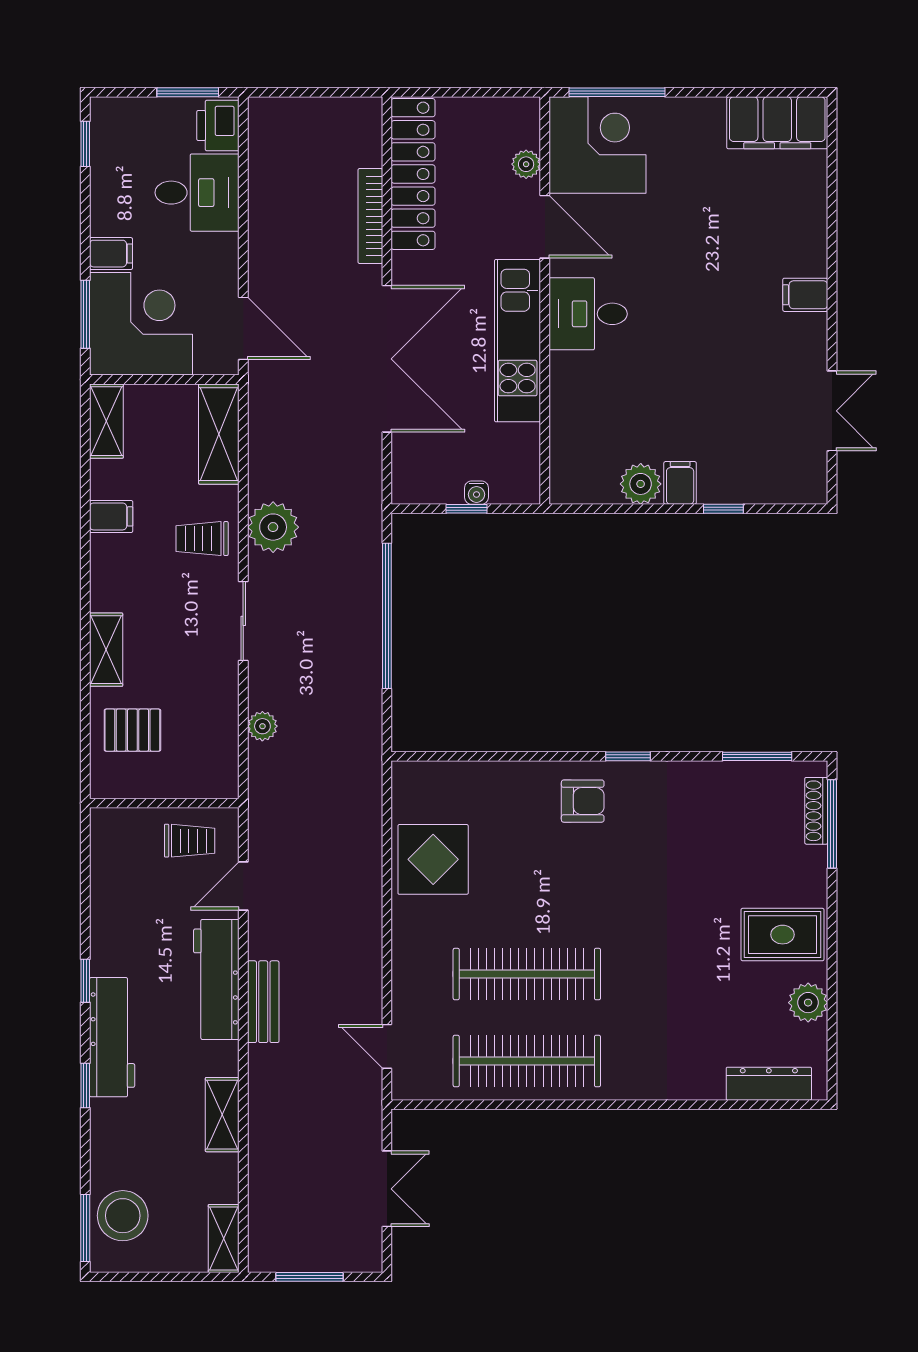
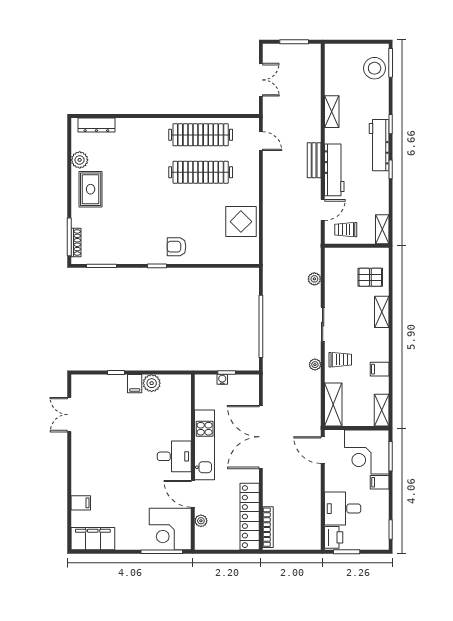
bookcase: (370, 216) -> (268, 527), moved
filing cabinet: (805, 295) -> (81, 503), moved
plant: (273, 527) -> (315, 365), width x0.53, depth x0.53
rug: (783, 935) -> (91, 189), turned 90
double door: (387, 1189) -> (261, 80), swing flipped
shelving: (224, 1239) -> (382, 229), moved

